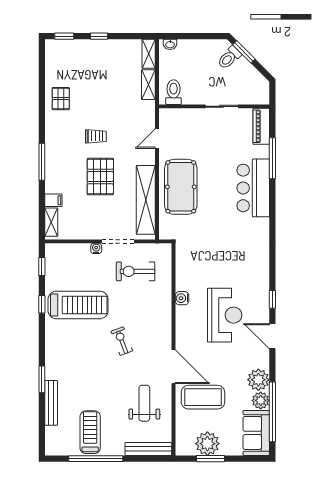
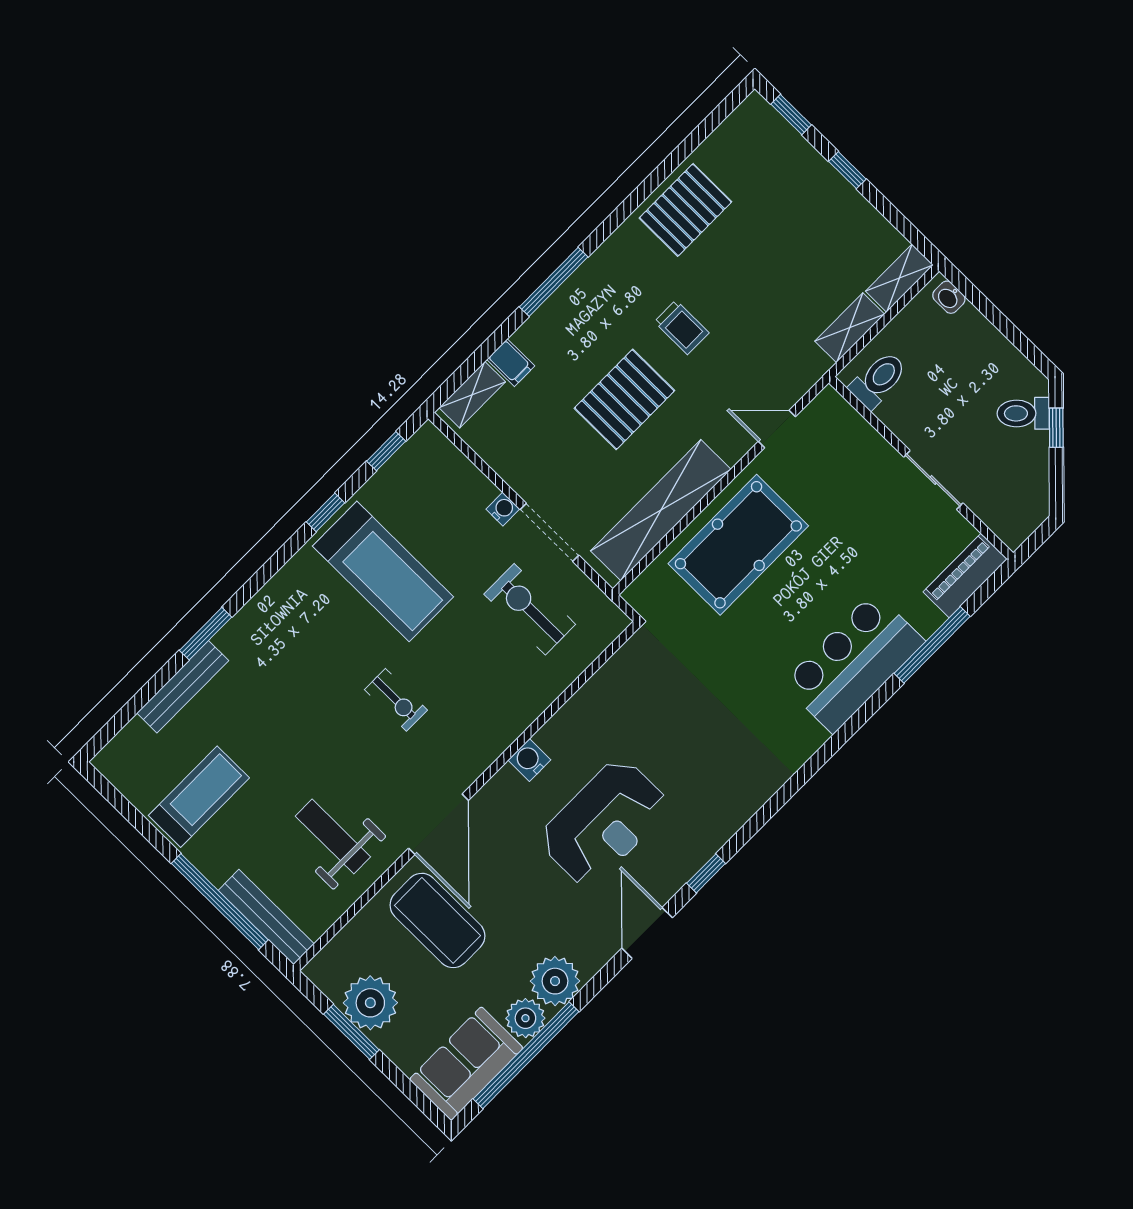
window: (244, 52) -> (1056, 428), width x0.67
pallet: (61, 99) -> (685, 210), width x1.50, depth x1.42
water cooler: (182, 298) -> (529, 760), moved
exercise bike: (122, 341) -> (396, 700), turned 111
weight bench: (144, 403) -> (333, 836), turned -90
window: (96, 459) -> (220, 902), moved

